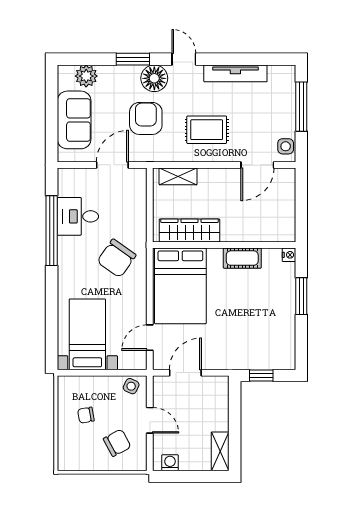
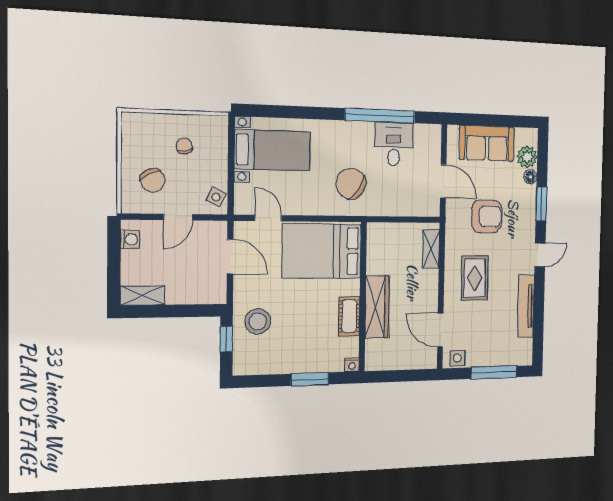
floor lamp: (154, 78) -> (530, 177), moved, width x0.53, depth x0.53
wardrobe: (189, 230) -> (377, 307), moved
stool: (246, 346) -> (258, 321), added

